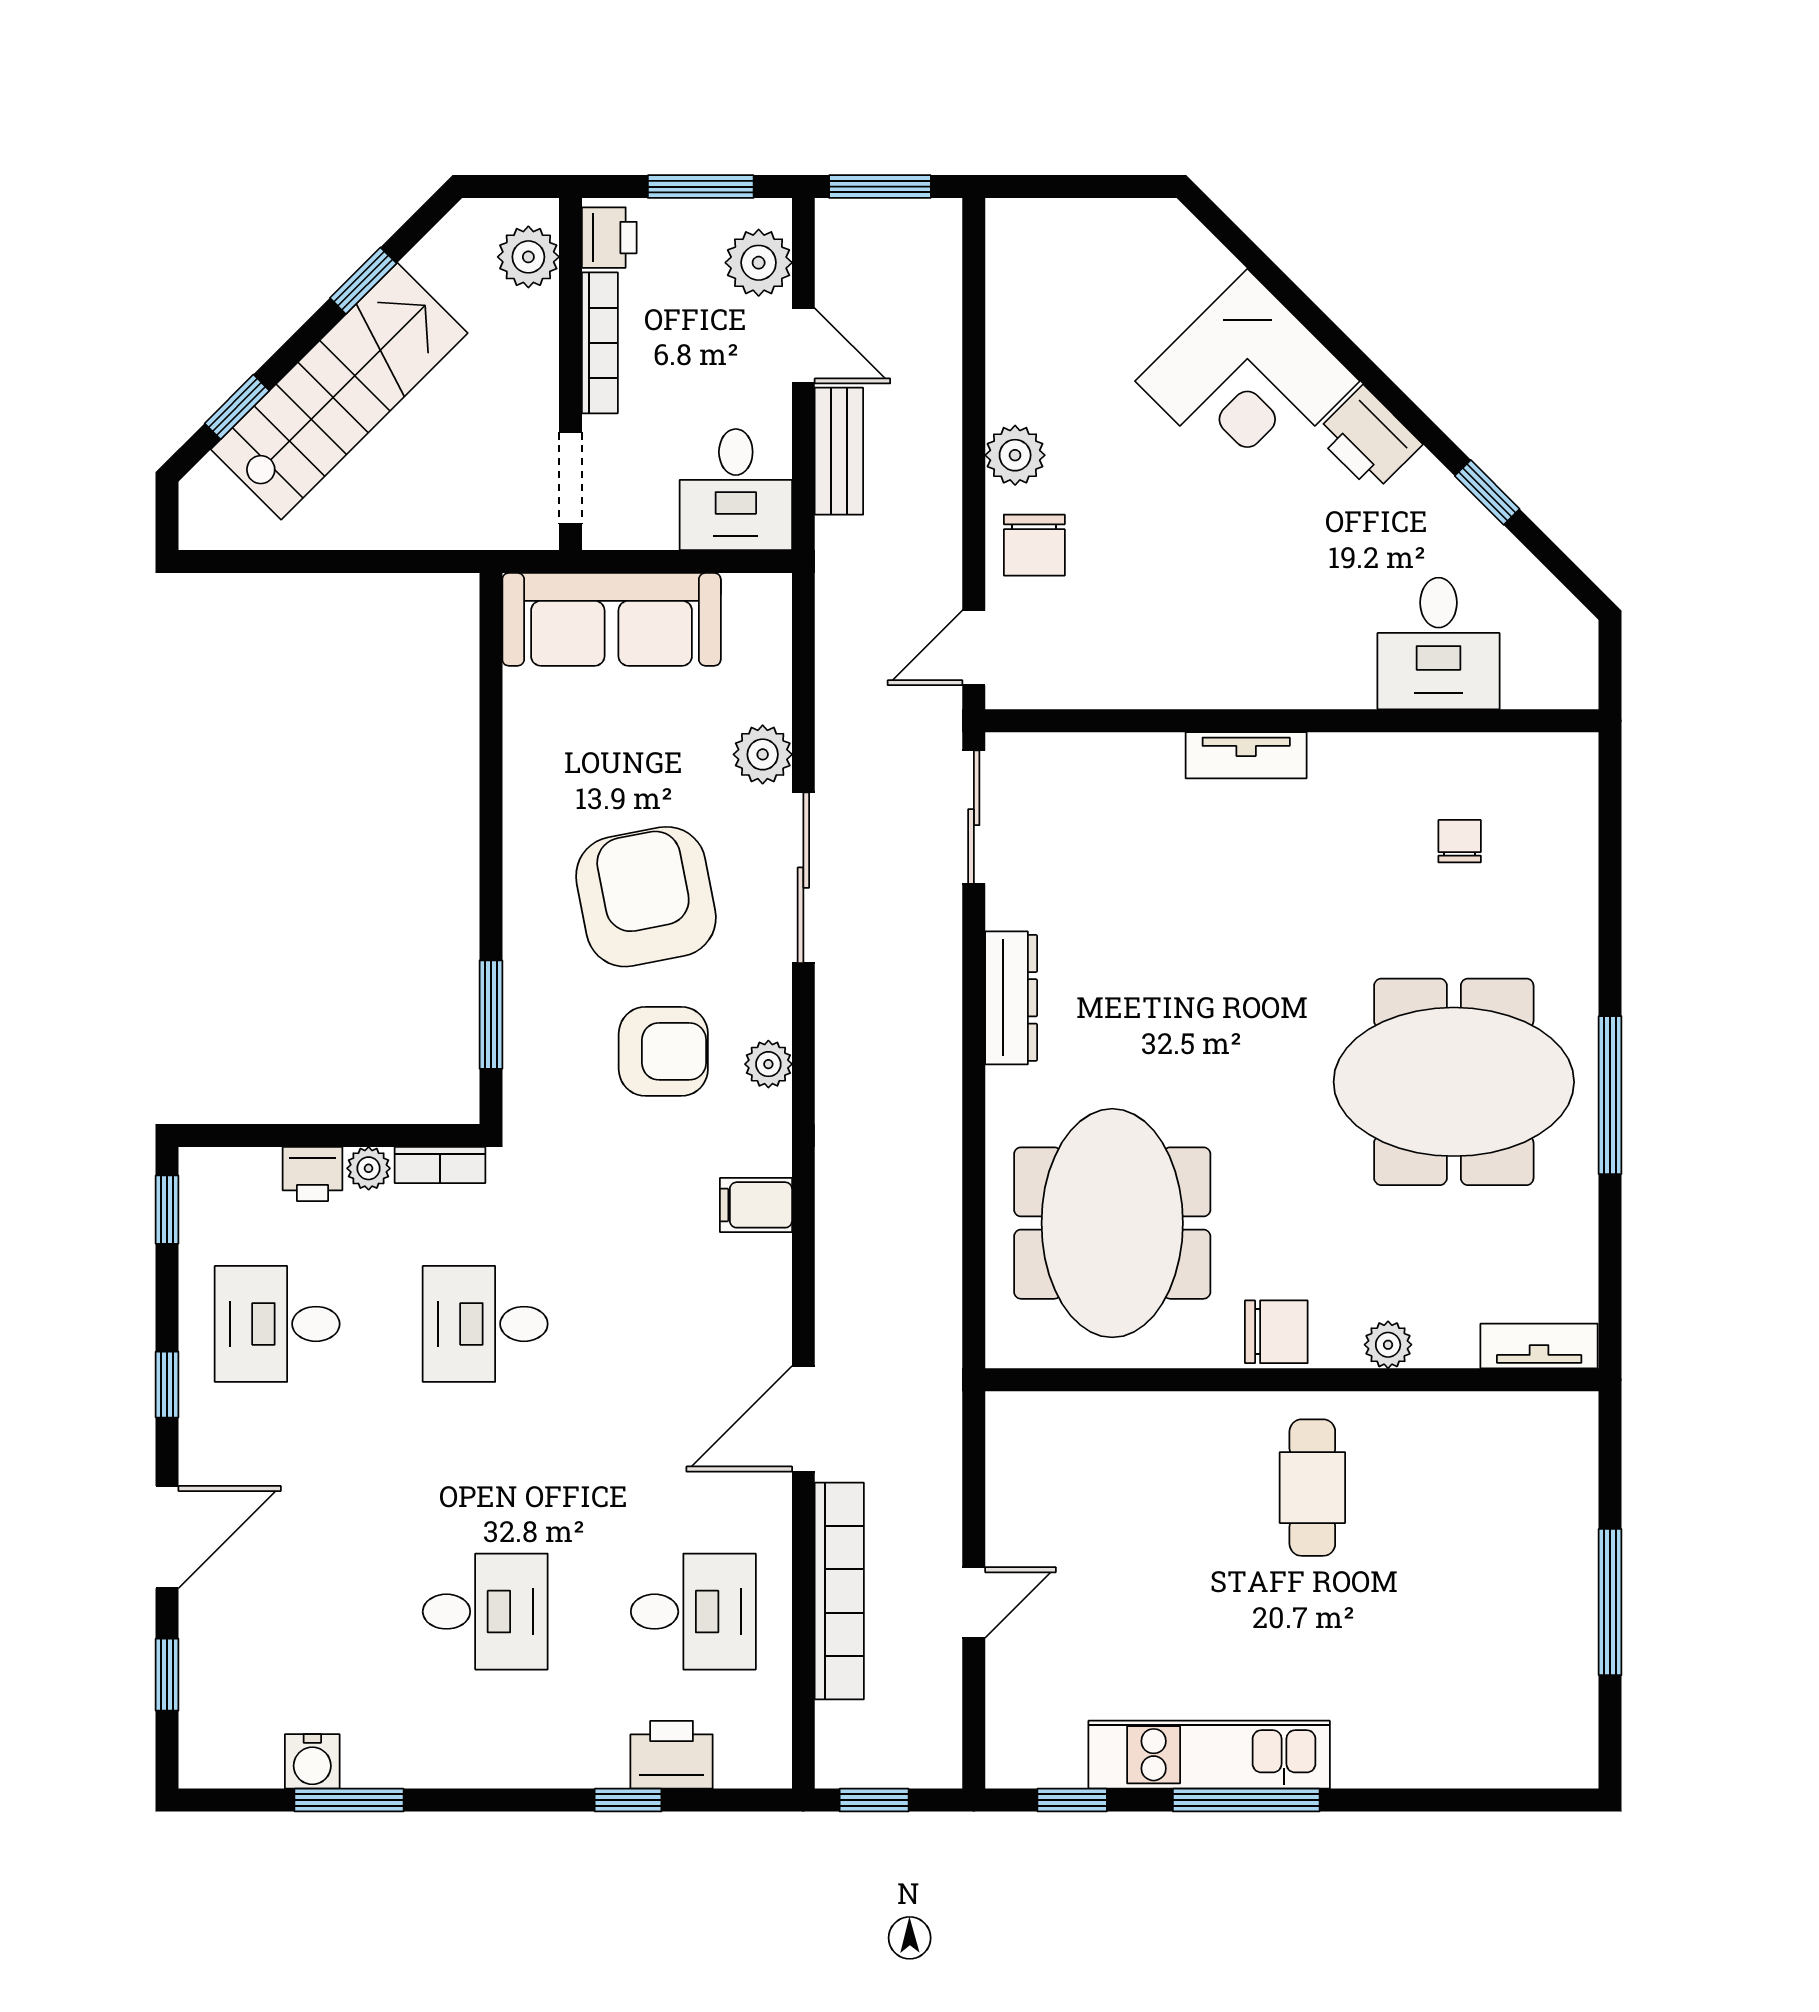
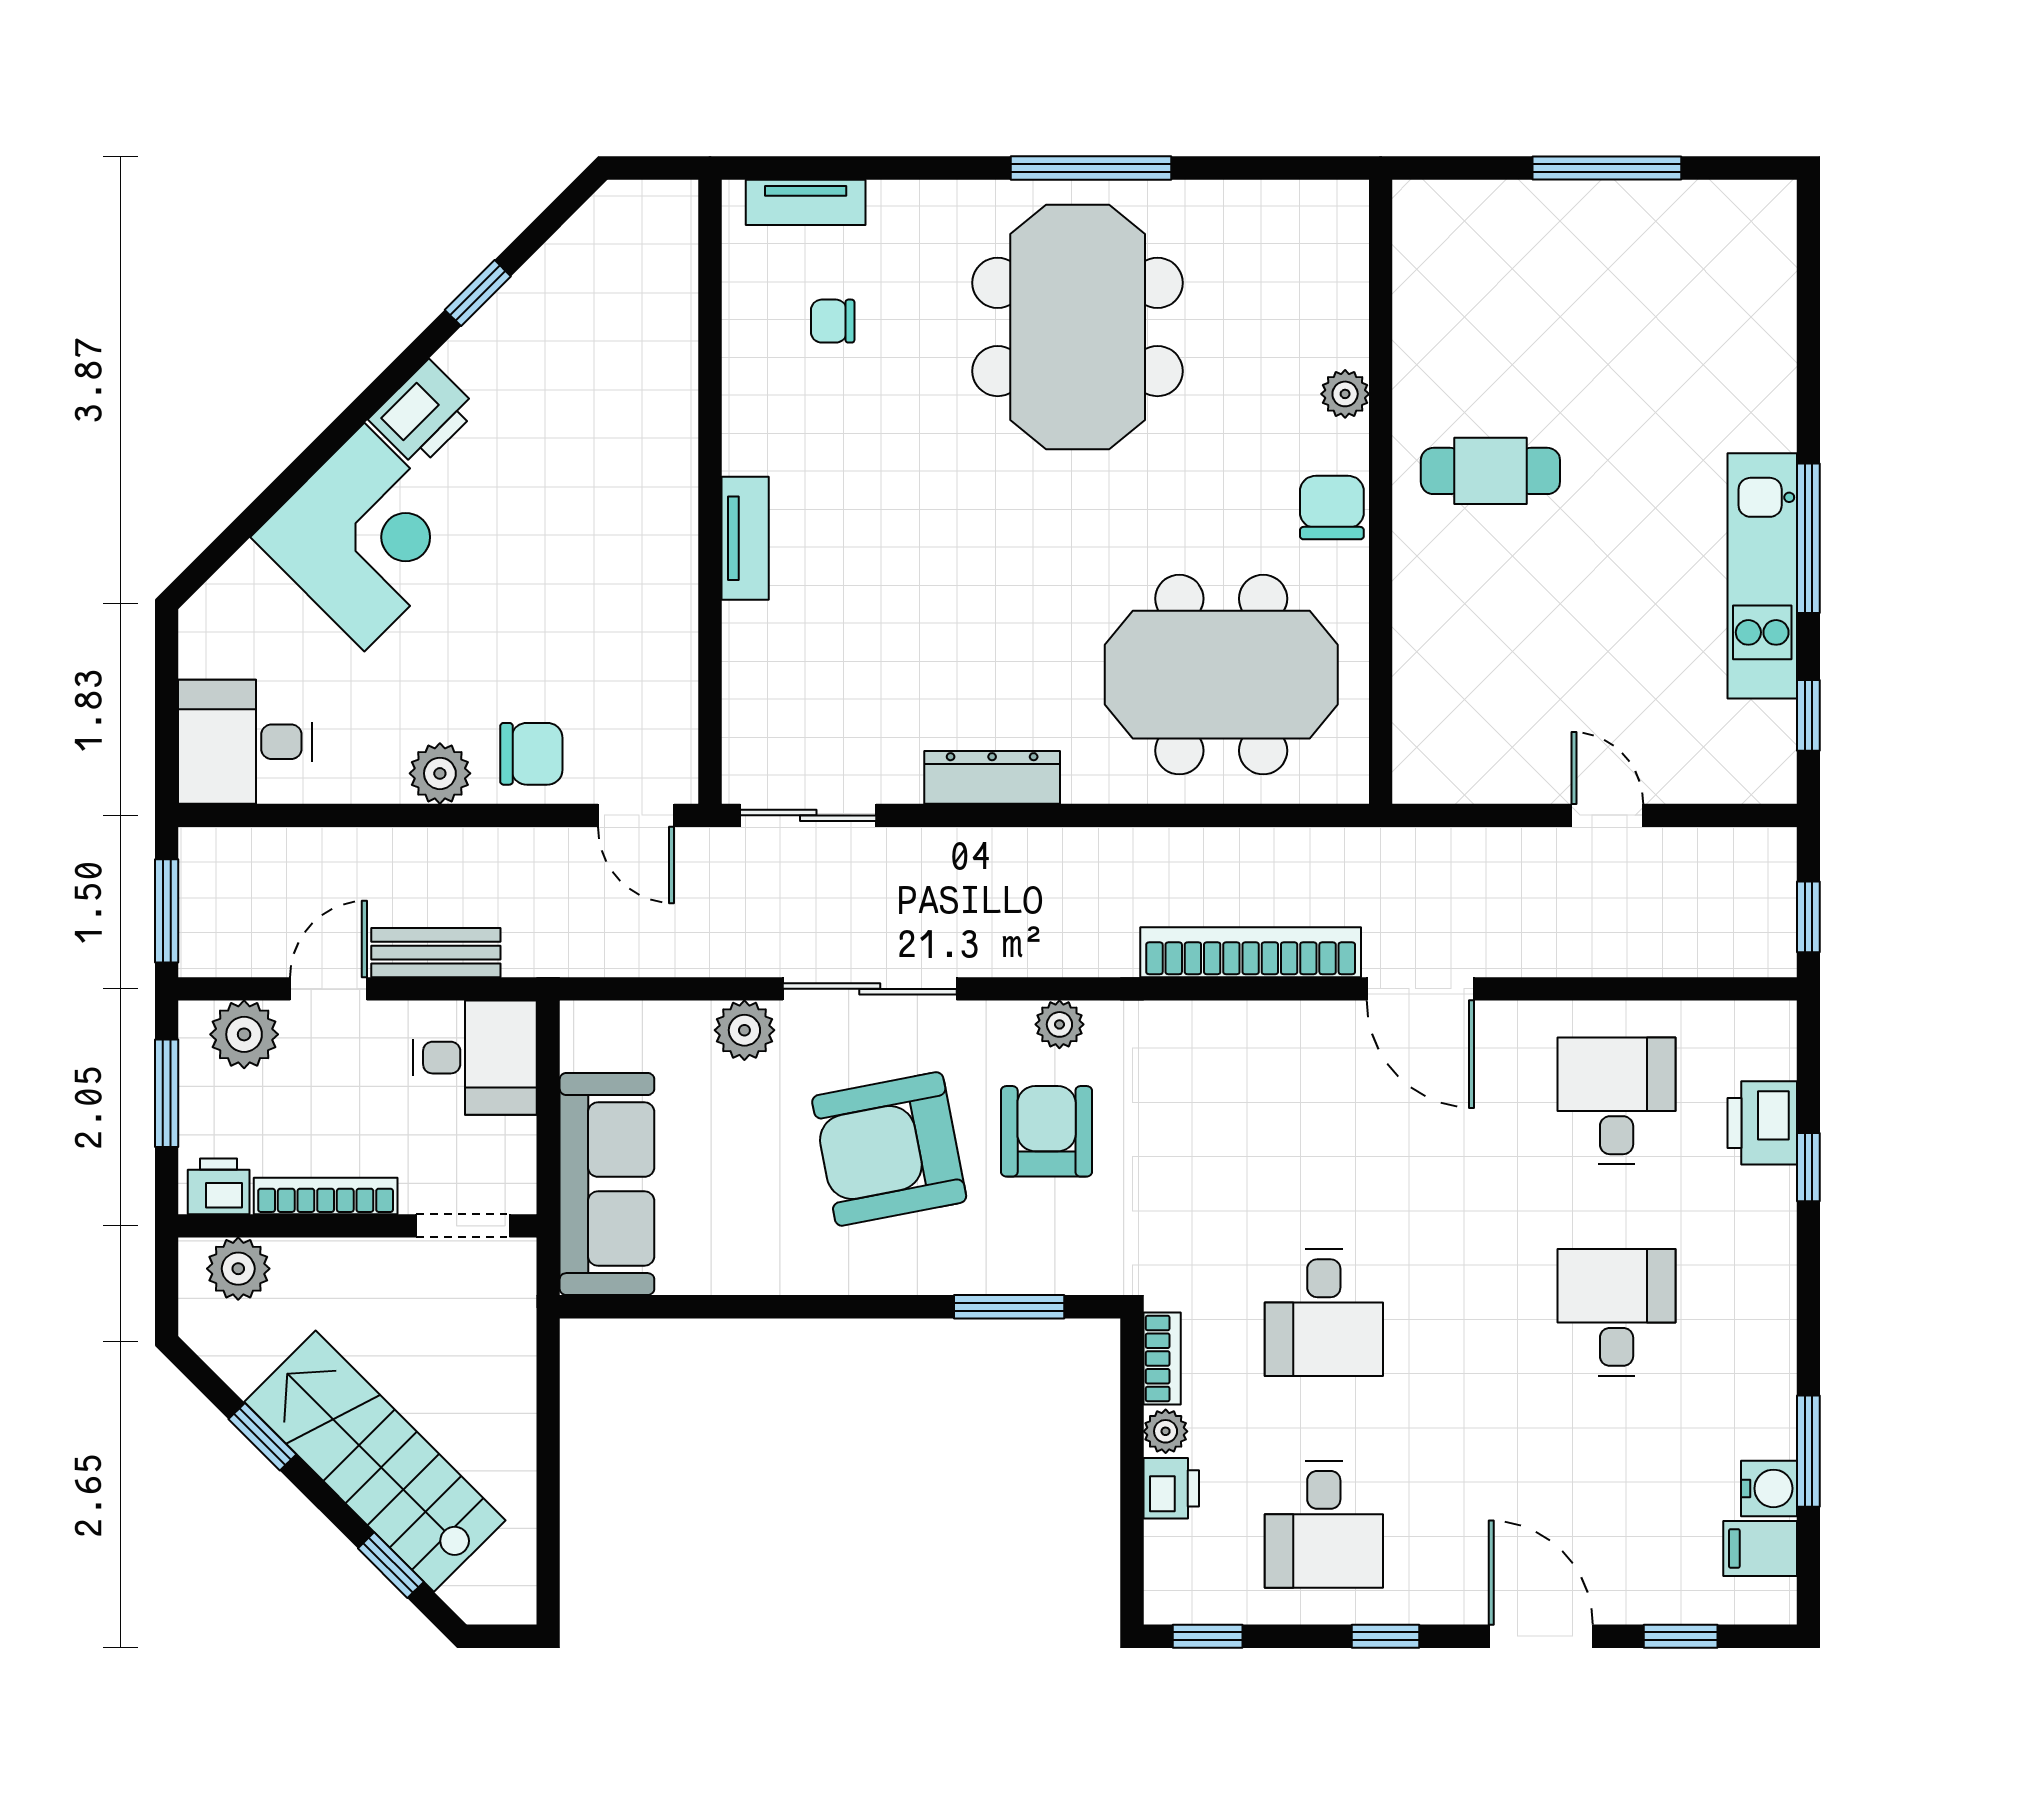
desk: (1438, 643) -> (245, 742), moved, turned 180
filing cabinet: (756, 1205) -> (1760, 1548), moved, turned 90
tv unit: (1539, 1346) -> (806, 202), moved, turned -90
bookcase: (839, 1591) -> (1251, 952), moved

